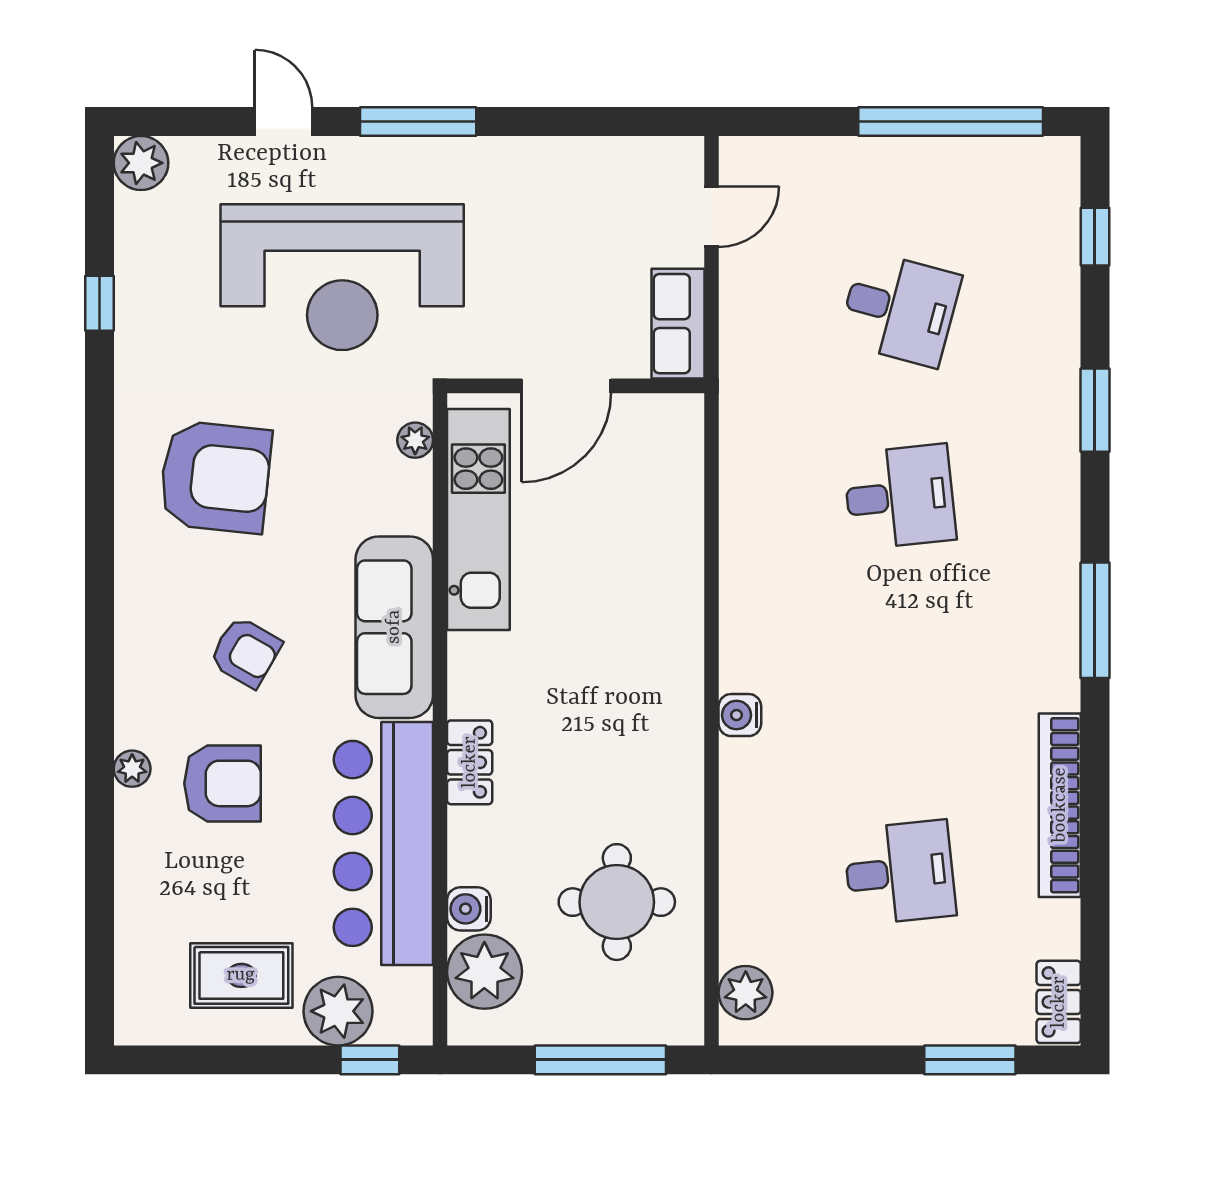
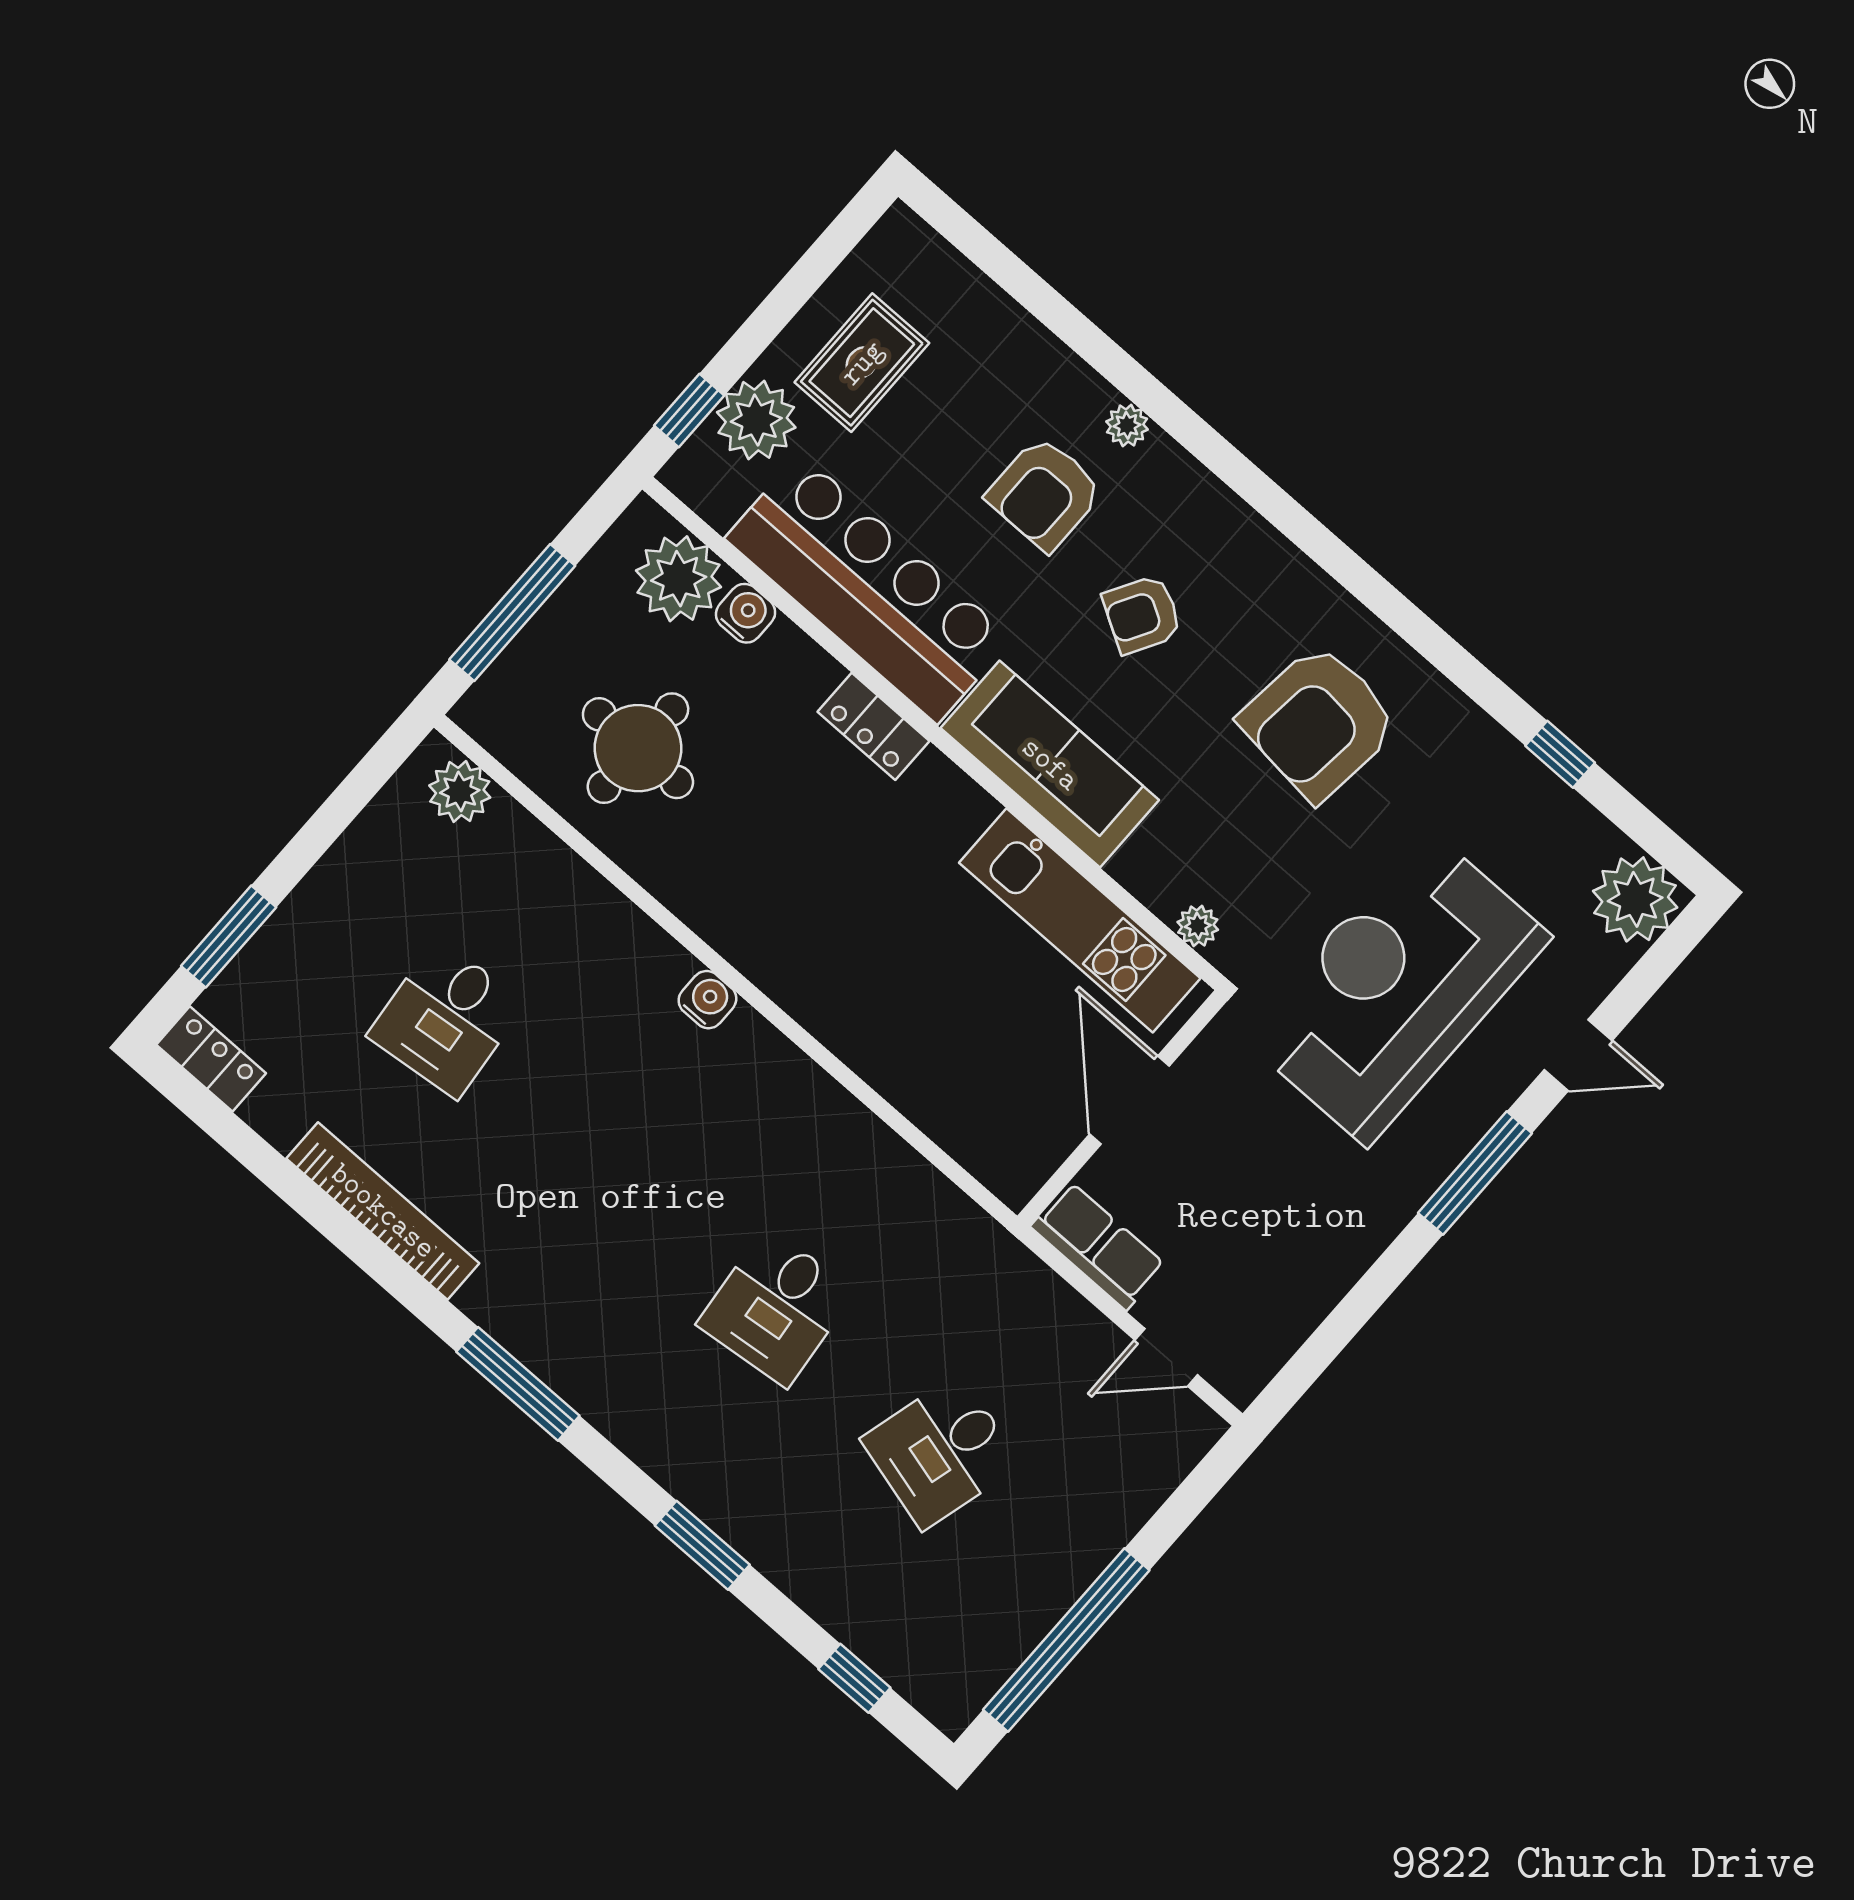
plant: (141, 163) -> (1635, 899), width x1.36, depth x1.36
door: (712, 217) -> (1166, 1357), hinge flipped

